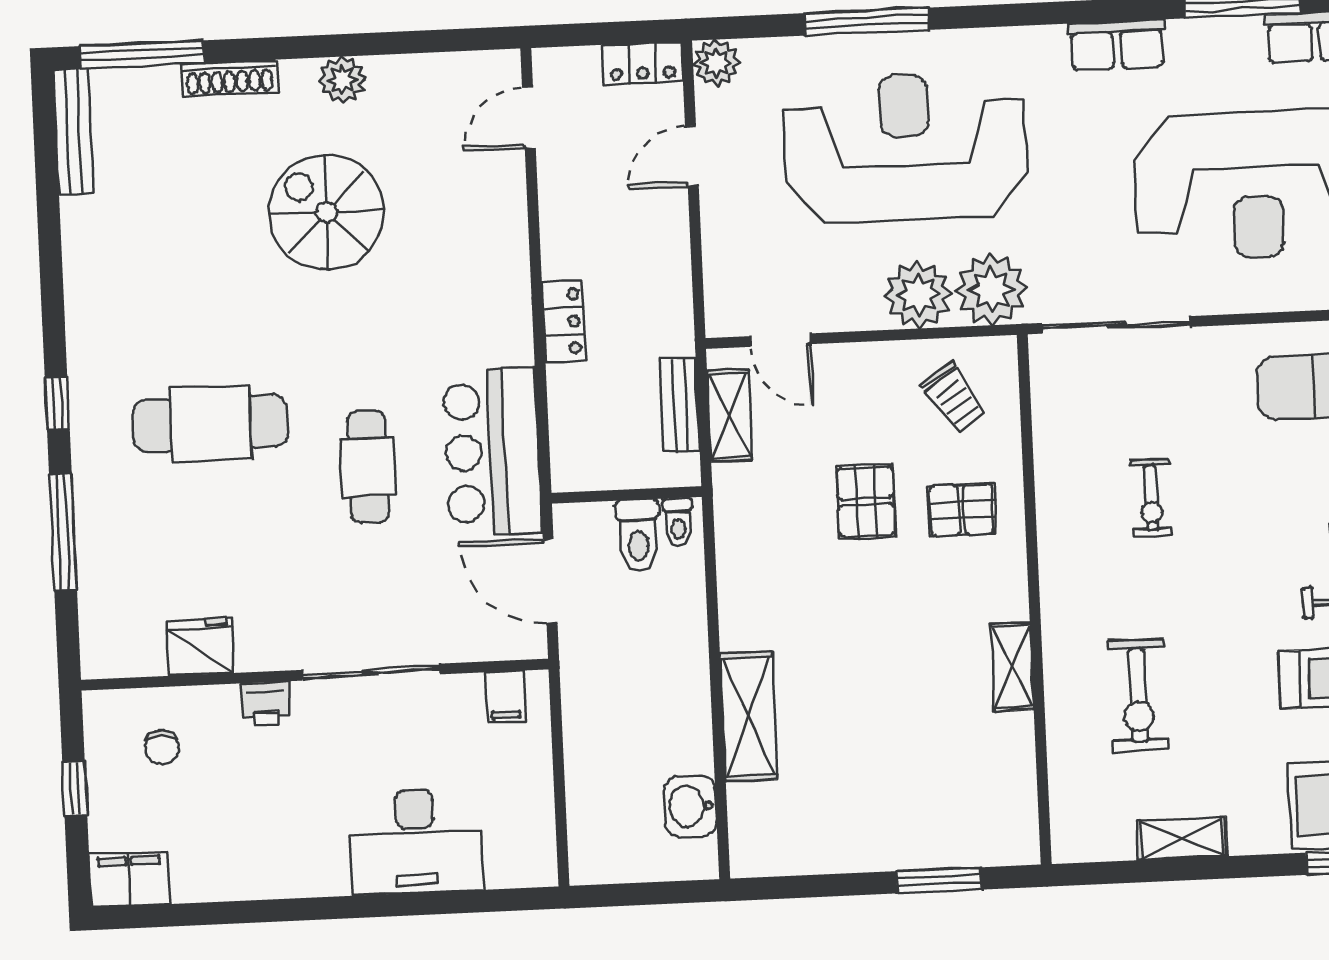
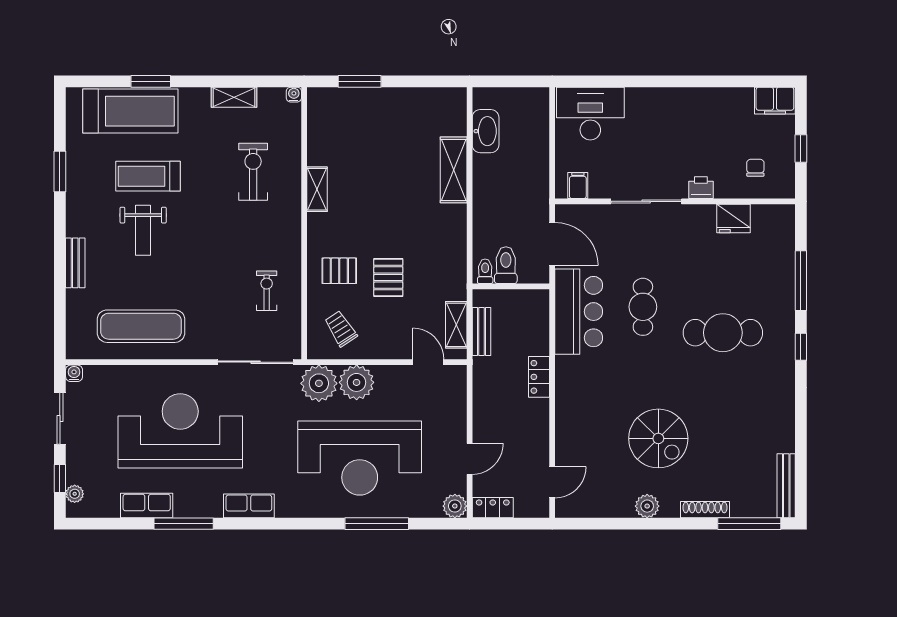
exercise bike: (1151, 497) -> (267, 291), moved
washbasin: (690, 806) -> (486, 131), width x1.38
desk: (416, 841) -> (590, 114), moved
water cooler: (1066, 849) -> (294, 95), added

